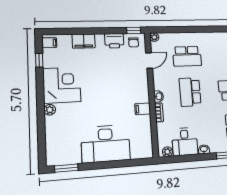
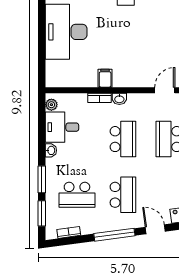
door: (149, 61) -> (165, 90), swing flipped
school desk: (190, 92) -> (123, 139), turned 90

